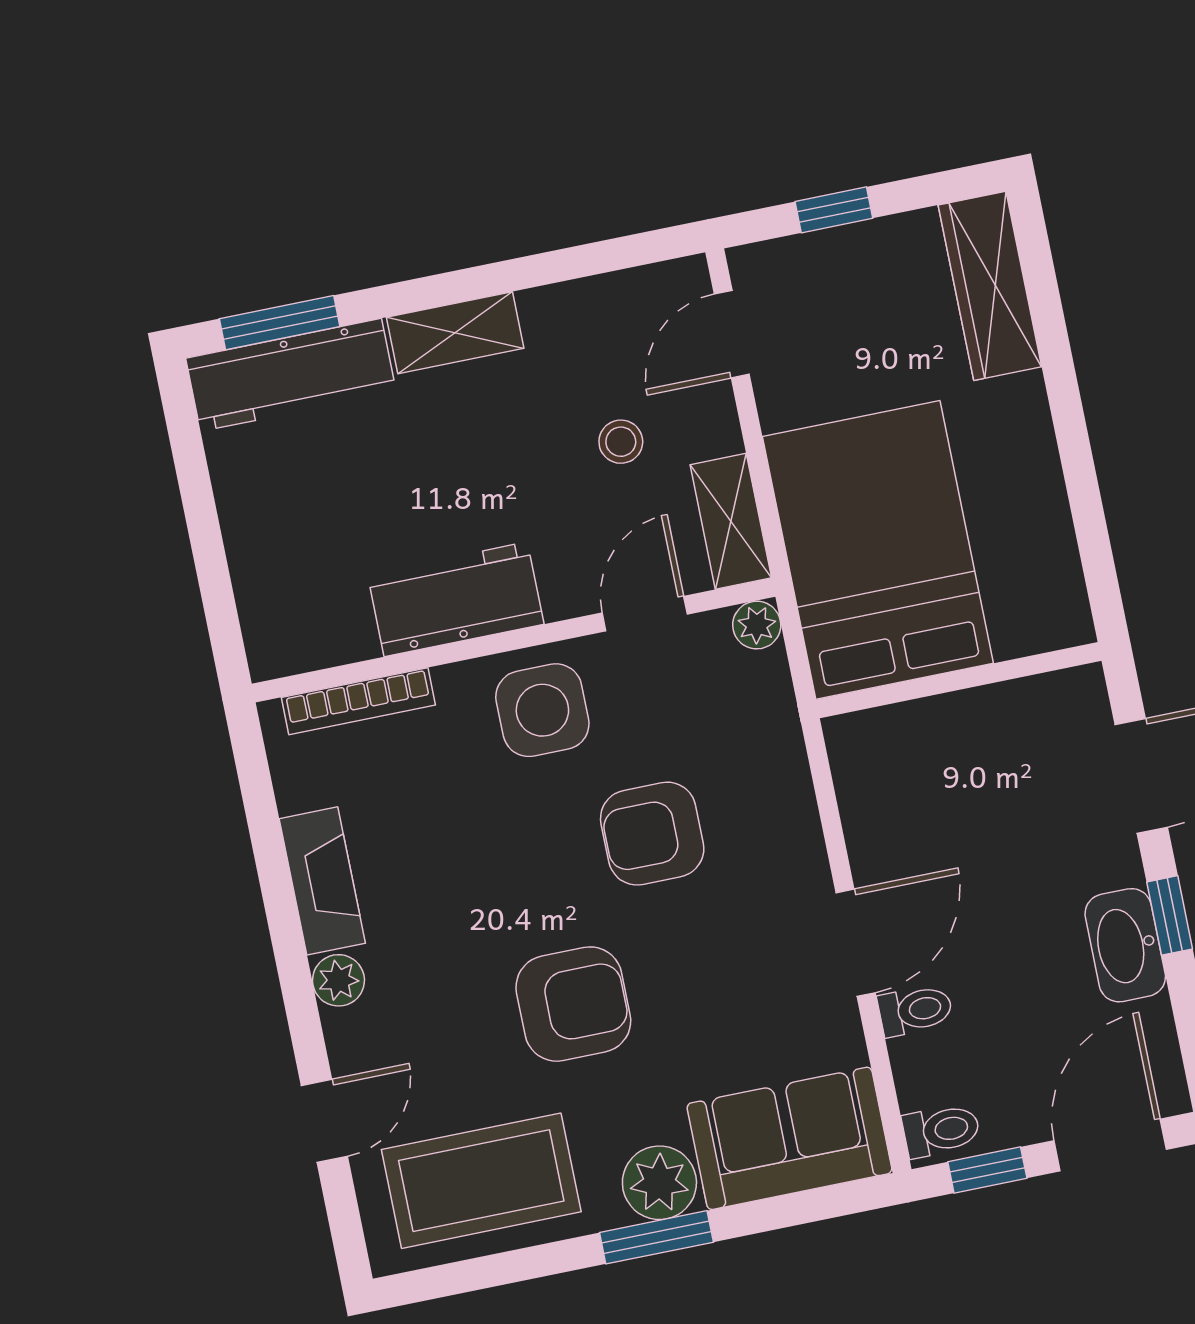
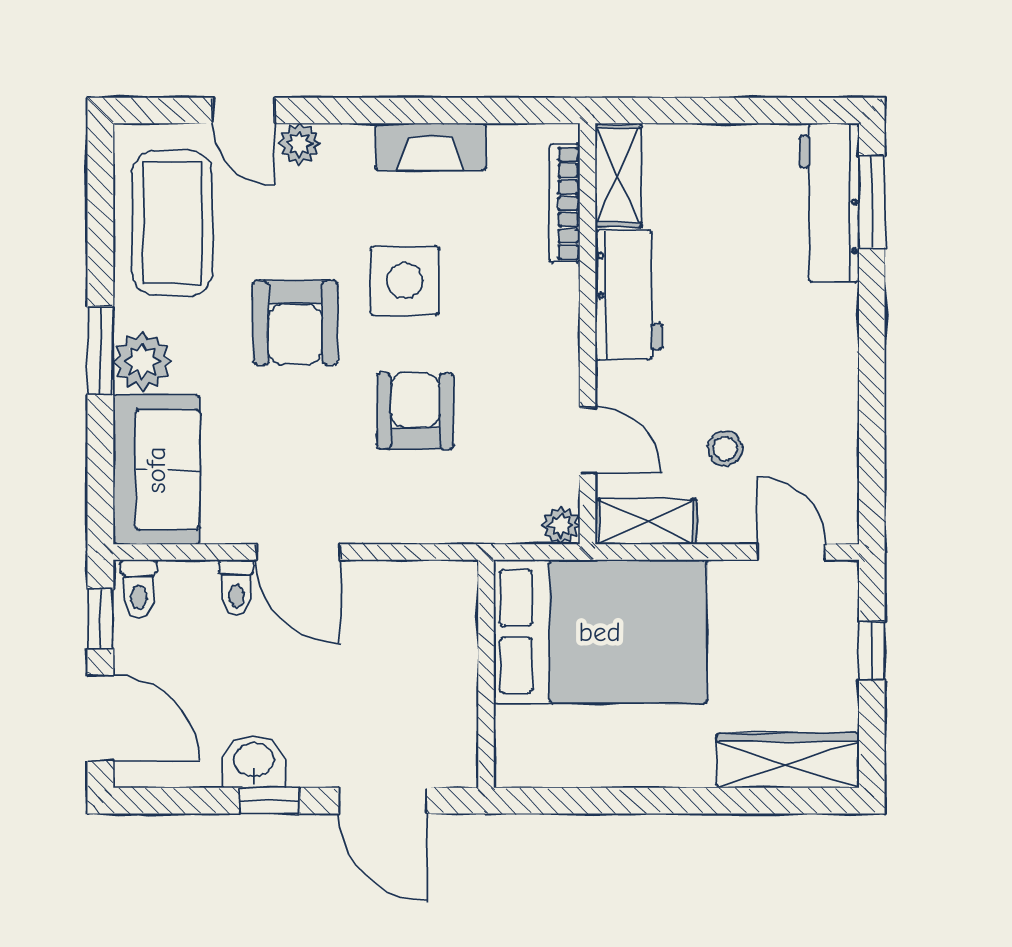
shelving: (455, 333) -> (618, 175), moved
side table: (542, 710) -> (405, 281), moved
washbasin: (1125, 945) -> (253, 761), width x0.72
plant: (338, 980) -> (299, 144), moved

